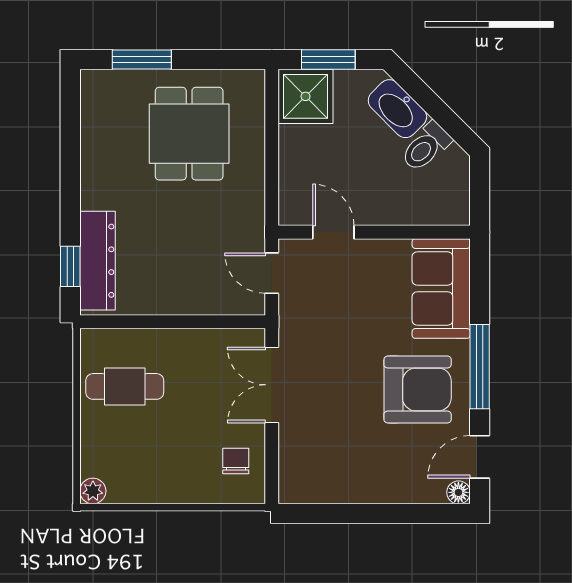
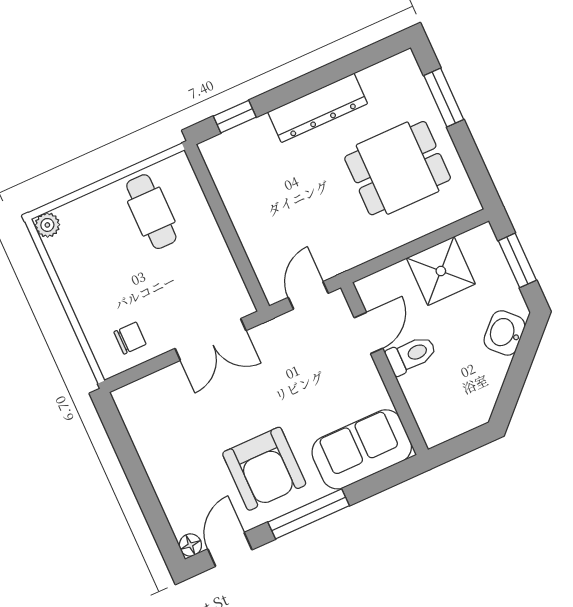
shower: (305, 96) -> (441, 271), moved
washbasin: (397, 109) -> (504, 333), width x0.72
toilet: (426, 147) -> (411, 355), moved, turned 135
dresser: (97, 261) -> (318, 108), moved
double door: (272, 385) -> (211, 339), swing flipped
door: (480, 457) -> (230, 549), hinge flipped

